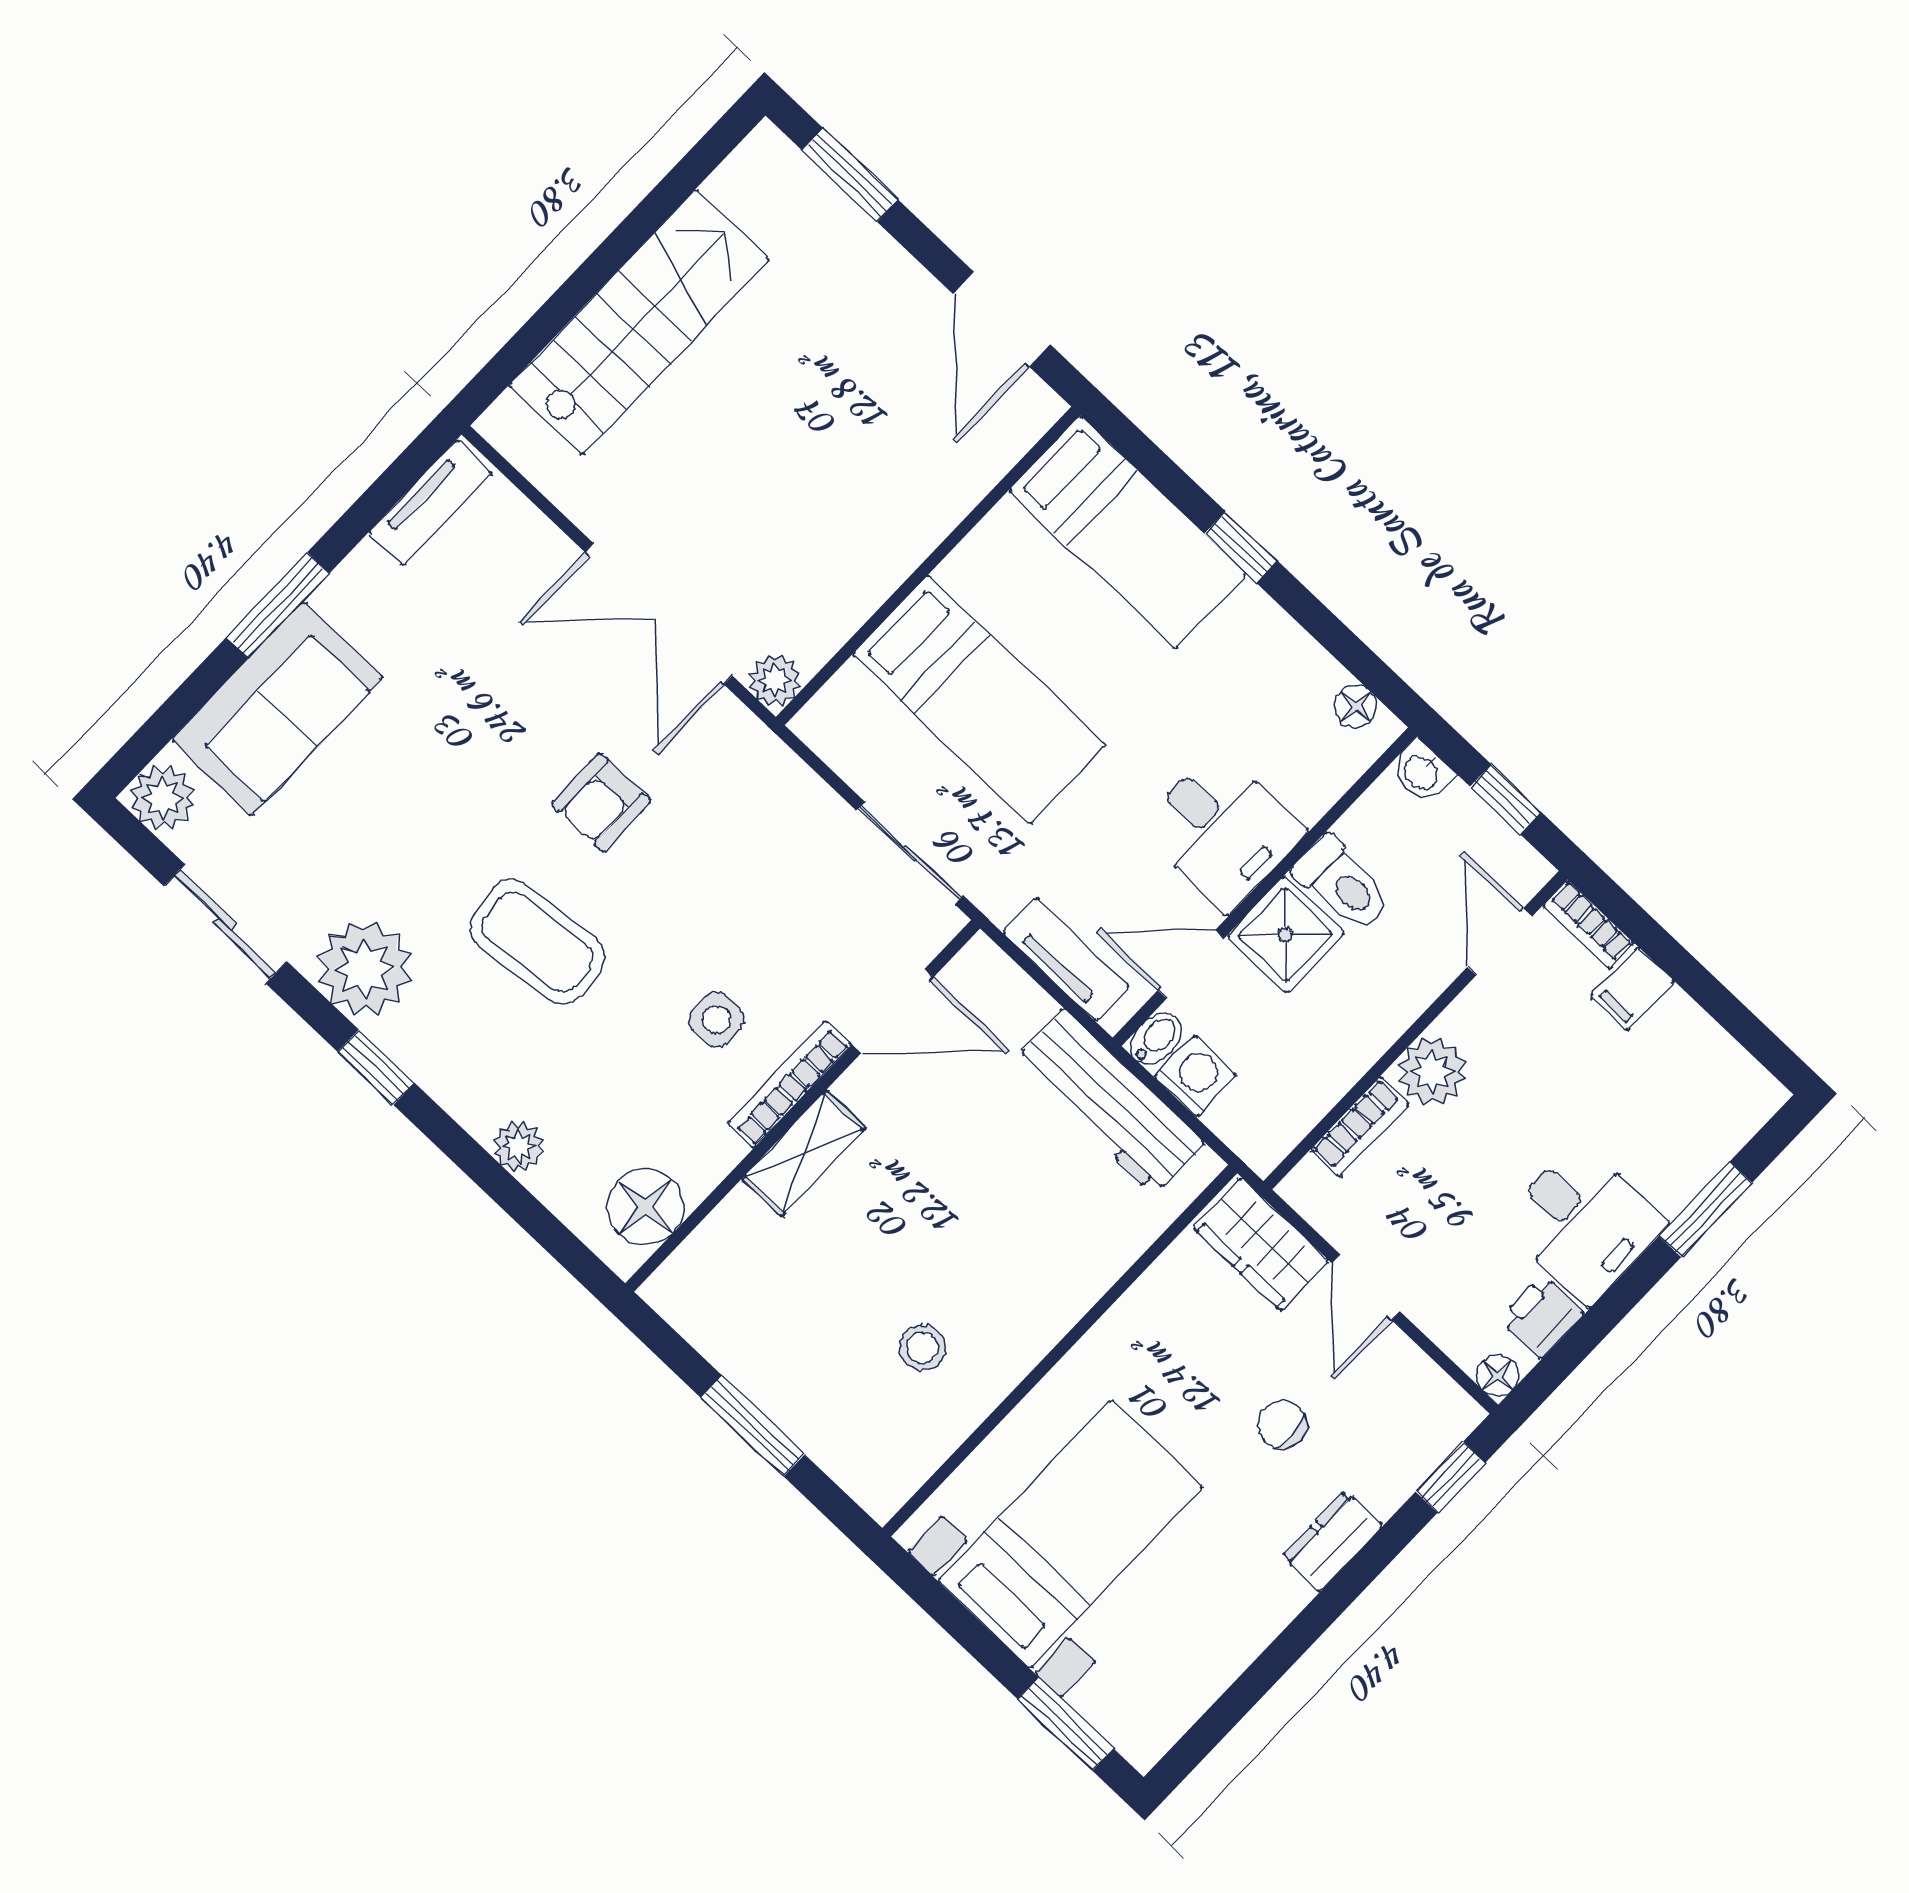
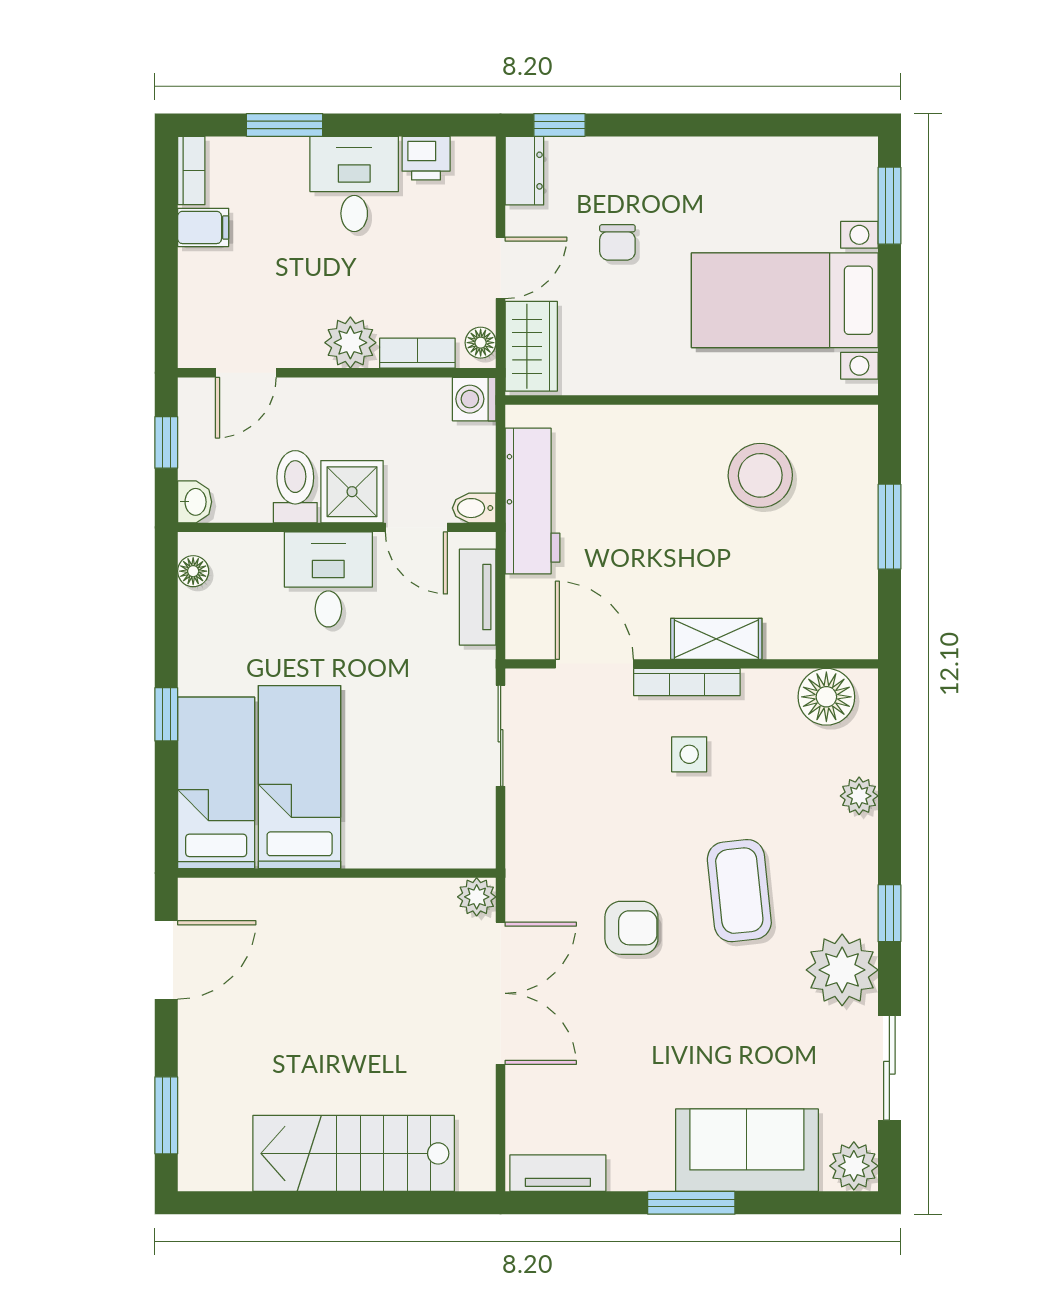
bed: (979, 699) -> (300, 777), moved
bookcase: (1588, 924) -> (191, 170), moved
filing cabinet: (1633, 989) -> (203, 227), moved
washing machine: (1195, 1076) -> (474, 399), moved
stool: (922, 1348) -> (760, 475), width x1.89, depth x1.89
floor lamp: (1497, 1375) -> (481, 343), moved
dresser: (1332, 1541) -> (524, 171), moved, turned -90

